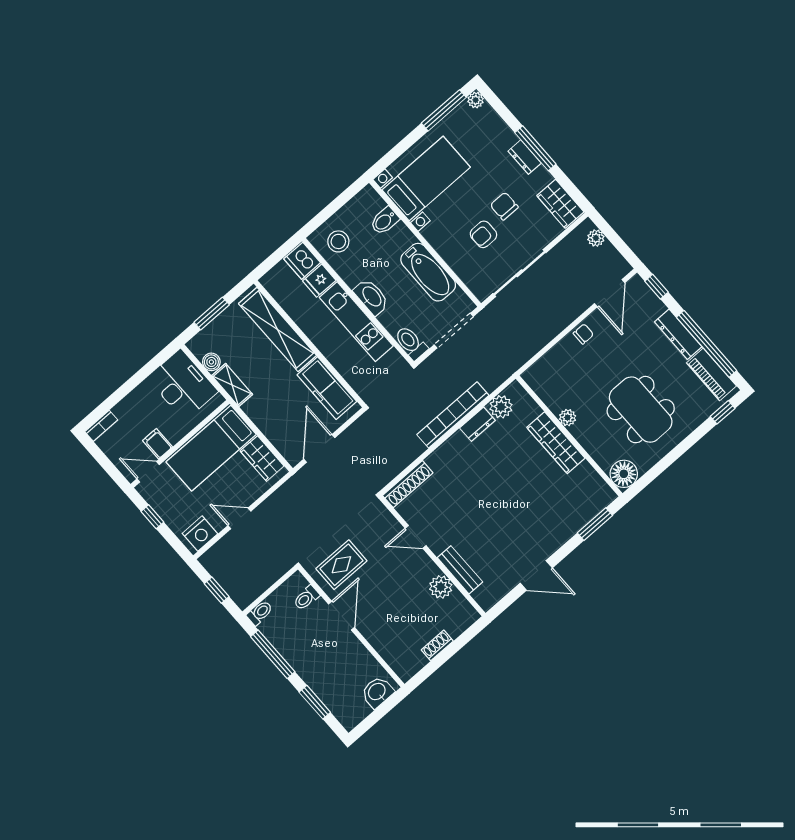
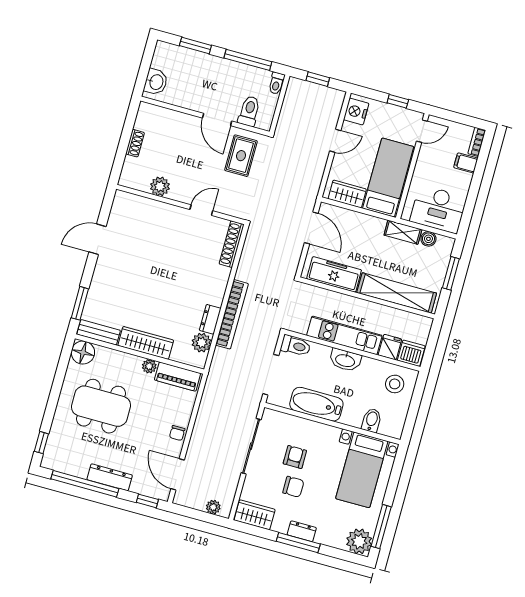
plant: (476, 100) -> (359, 541), width x1.88, depth x1.88
piano: (711, 374) -> (178, 377), moved, turned 180
filing cabinet: (158, 444) -> (466, 163), moved, turned 180
bench: (460, 570) -> (99, 332), moved
toilet: (306, 598) -> (249, 111), width x1.37, depth x1.39

